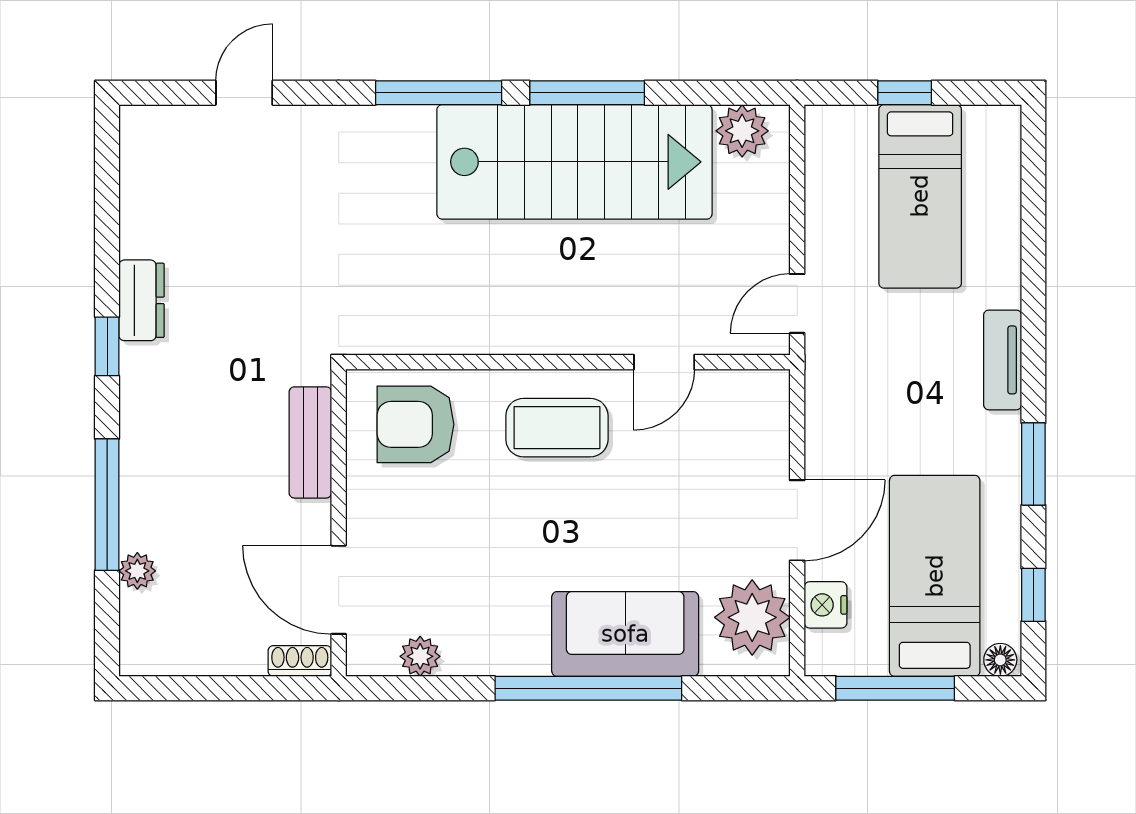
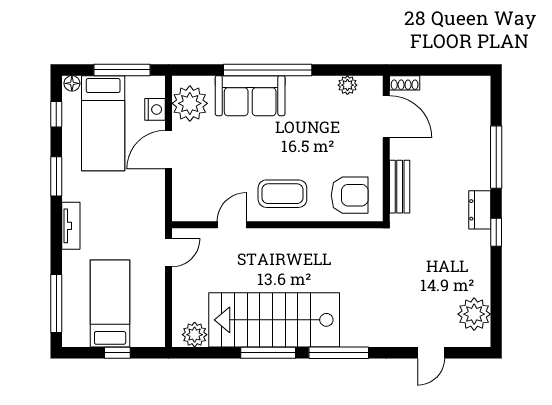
window: (1033, 196) -> (56, 303), added
dresser: (142, 300) -> (480, 210), moved
plant: (137, 571) -> (474, 314), moved, width x1.88, depth x1.88

